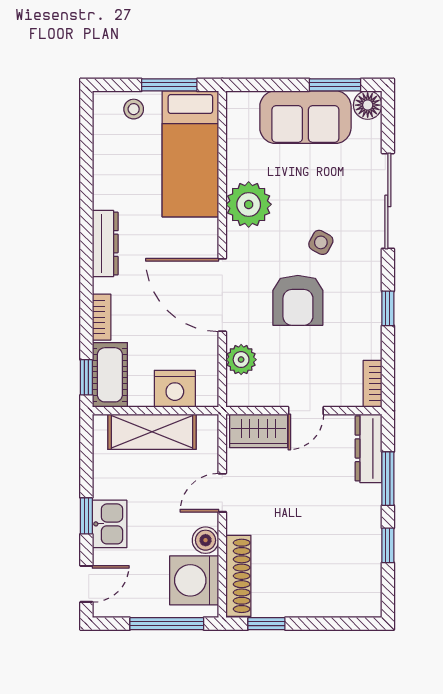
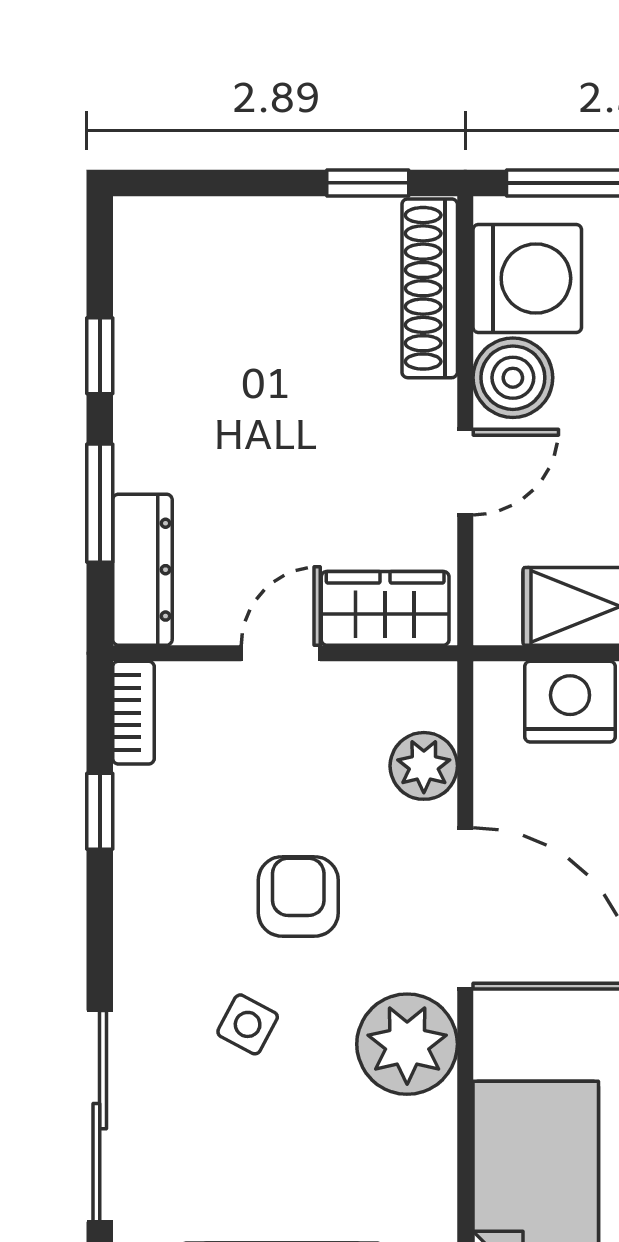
plant: (249, 204) -> (407, 1044), moved
armchair: (298, 300) -> (298, 896), width x0.72, depth x0.72
window: (388, 308) -> (100, 811), moved
boiler: (206, 540) -> (513, 378), width x1.36, depth x1.36

